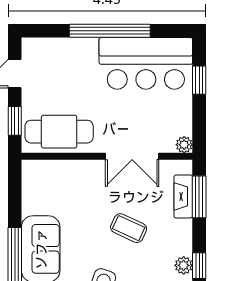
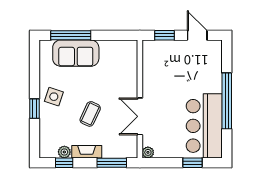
cafe table: (59, 132) -> (157, 66), removed
fireplace: (183, 196) -> (87, 152), moved

